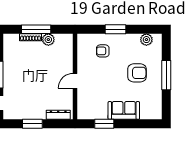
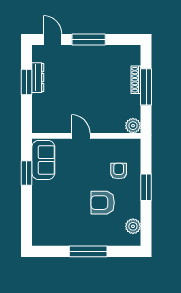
plant: (48, 40) -> (133, 126), moved
armchair: (137, 73) -> (103, 203), moved, turned 90
sofa: (124, 110) -> (43, 160), moved
dresser: (58, 115) -> (38, 78), moved

